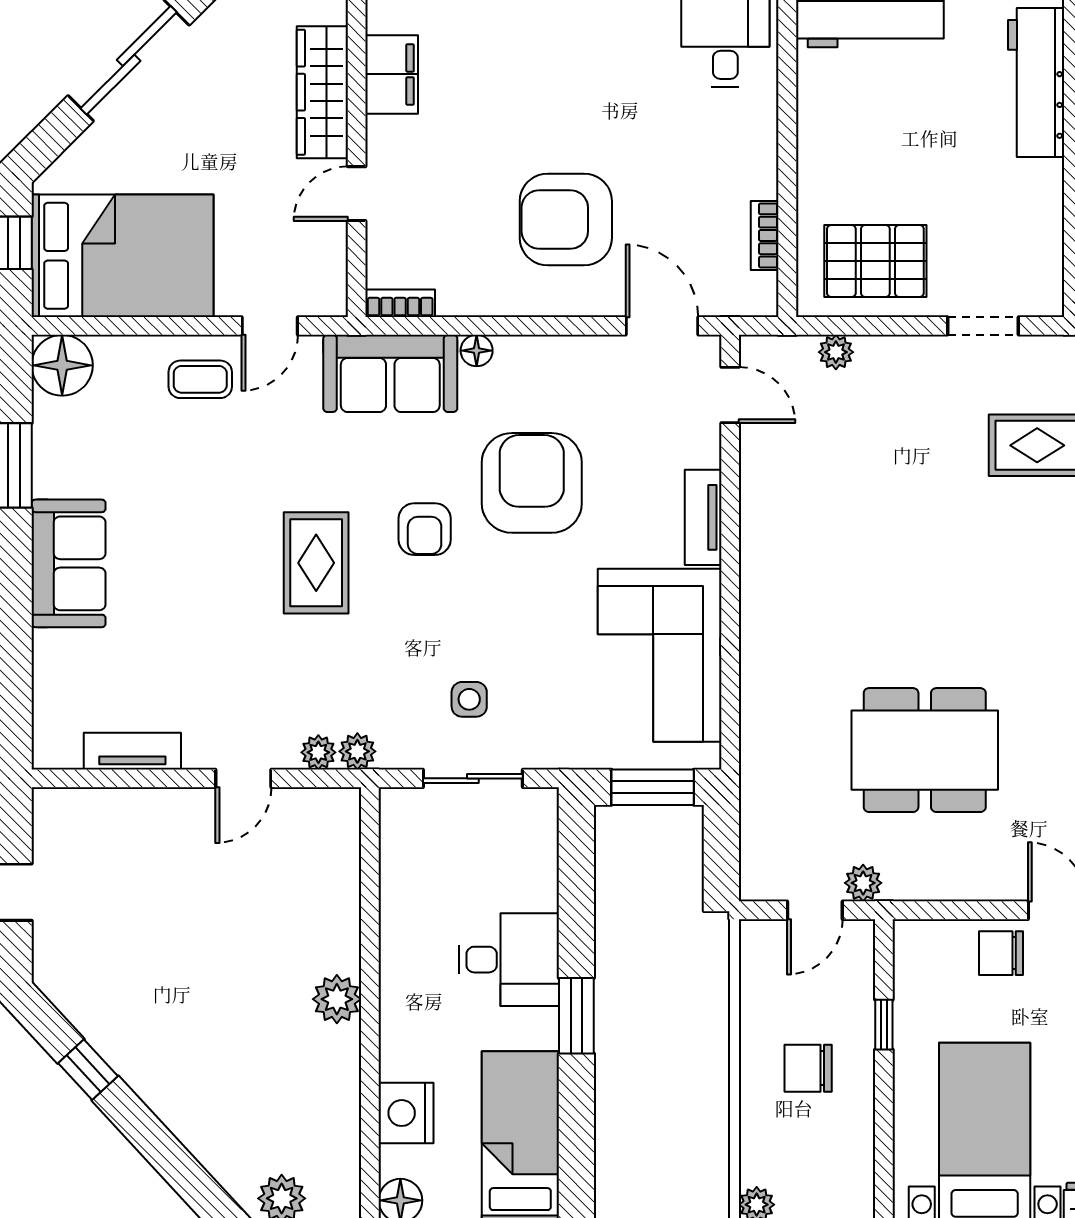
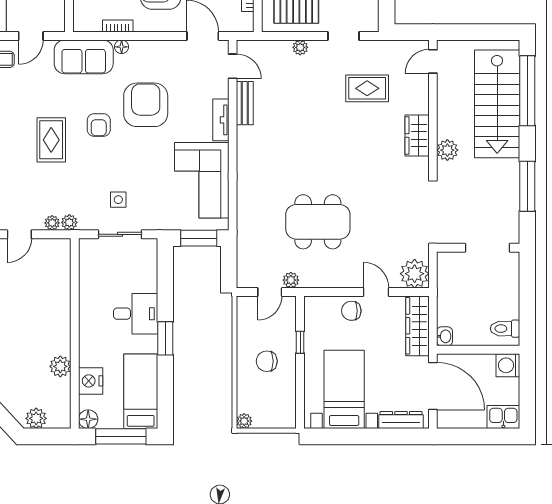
bookcase: (400, 303) -> (118, 26), moved
plant: (836, 352) -> (300, 47), moved
bench: (758, 479) -> (245, 103), added
plant: (337, 999) -> (60, 366), moved

